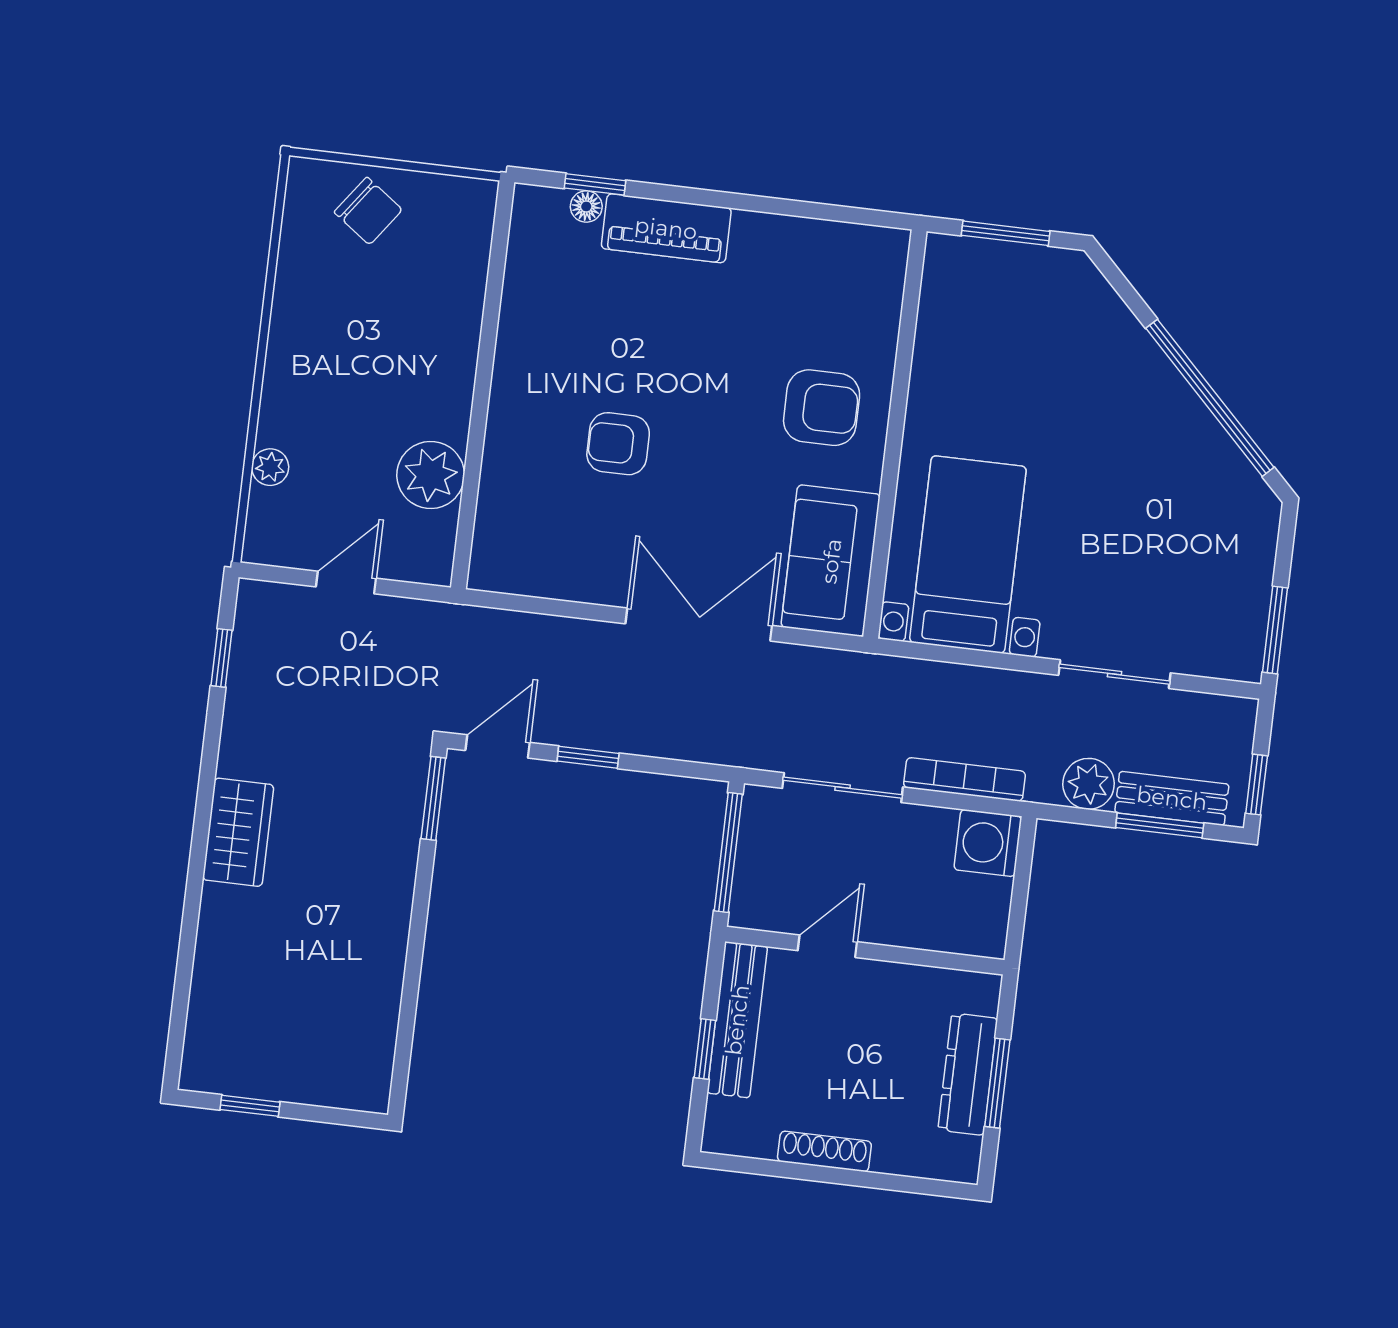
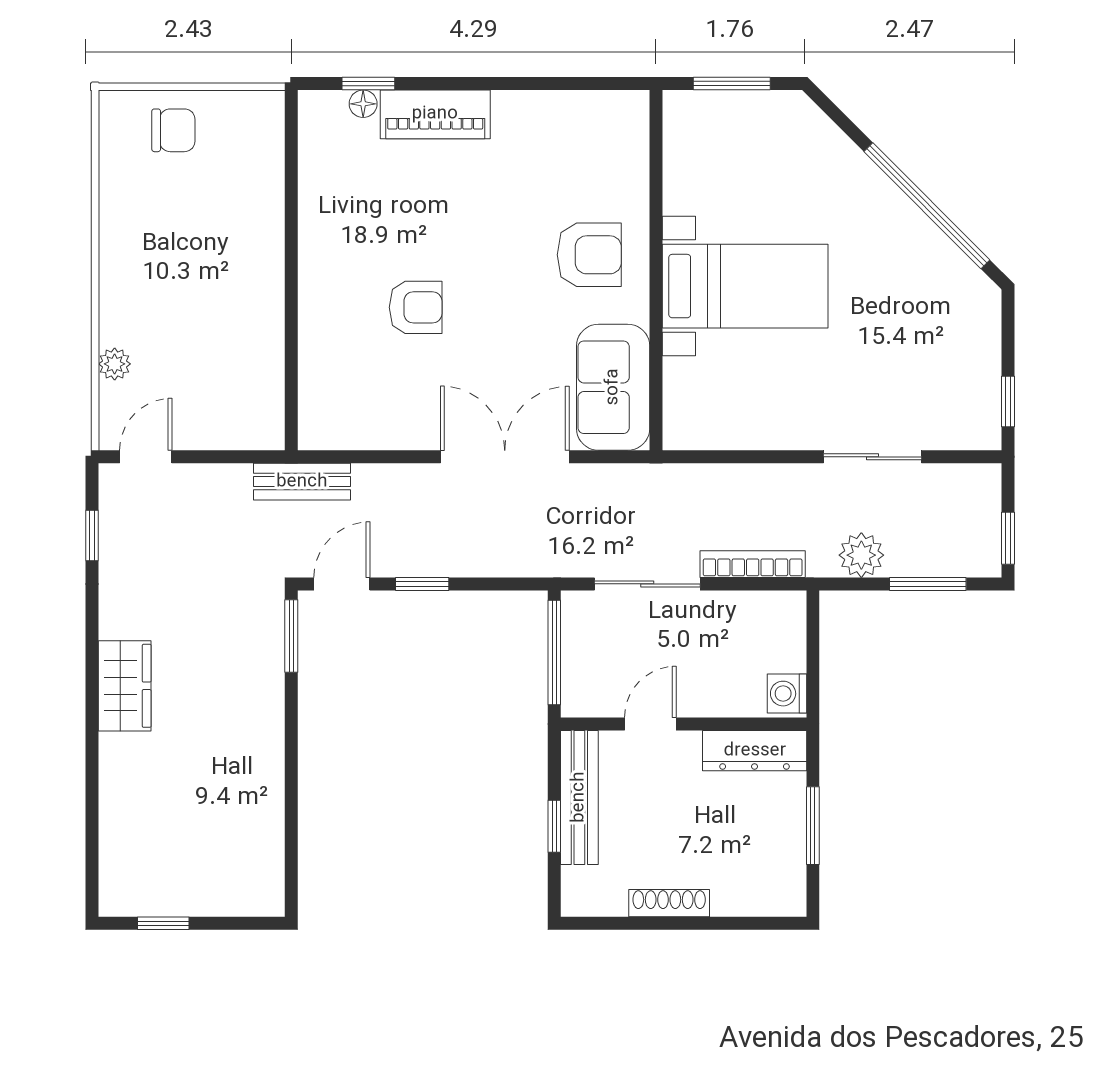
chair: (368, 211) -> (173, 130), turned -36
armchair: (618, 444) -> (416, 307), turned 180
plant: (431, 475) -> (255, 354), removed
bed with nightstands: (968, 554) -> (745, 286), moved, turned 90
door: (346, 582) -> (146, 457), moved
window: (1275, 630) -> (1008, 402), width x0.67
bench: (1172, 798) -> (302, 482), moved
washing machine: (988, 843) -> (787, 694), moved, width x0.73, depth x0.73
dresser: (968, 1074) -> (755, 751), moved, turned -90

